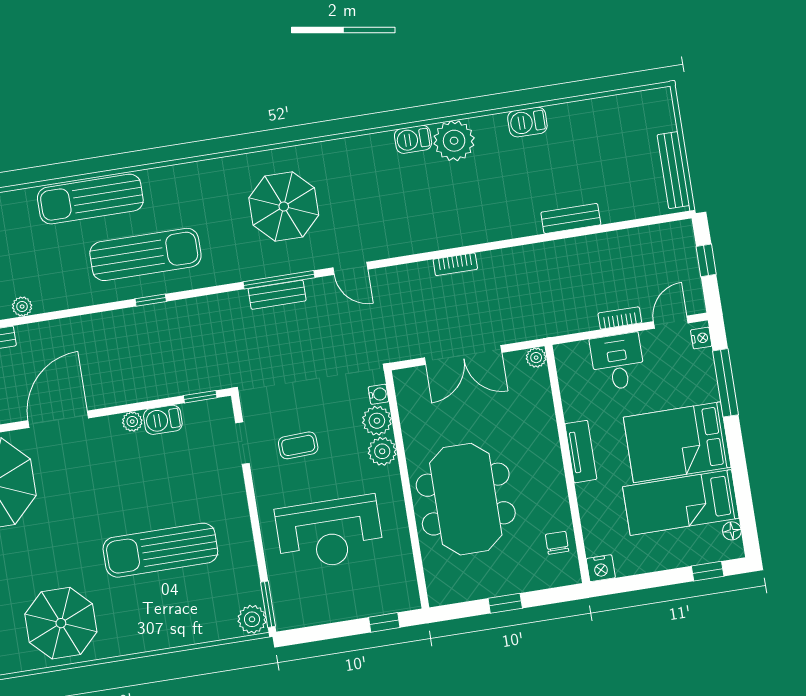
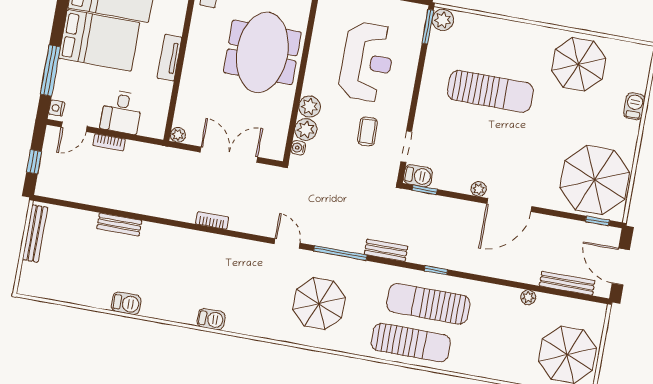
plant: (454, 141) -> (182, 308), removed
sun lounger: (90, 199) -> (411, 343), moved
bench: (277, 295) -> (386, 250), moved
door: (58, 419) -> (509, 205), moved
barbecue: (163, 420) -> (418, 176), moved
coffee table: (298, 445) -> (367, 131), turned 90
reception desk: (329, 533) -> (367, 62), turned 90

